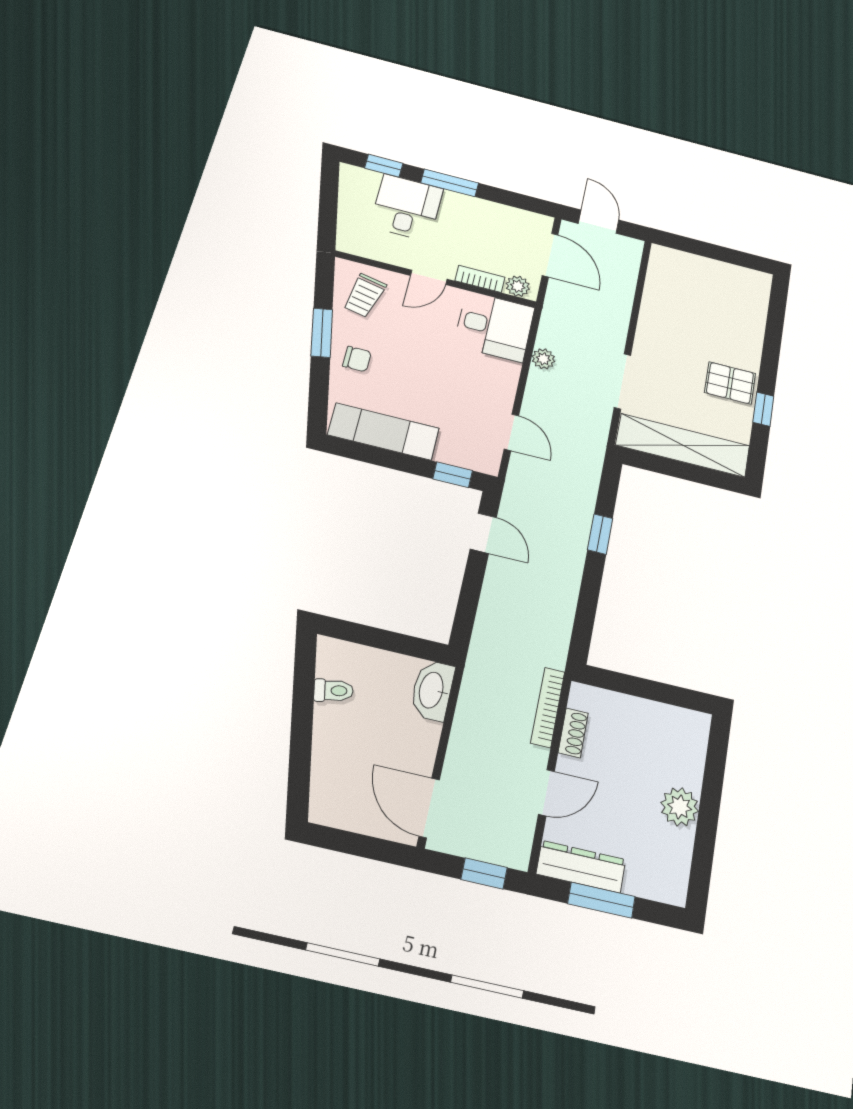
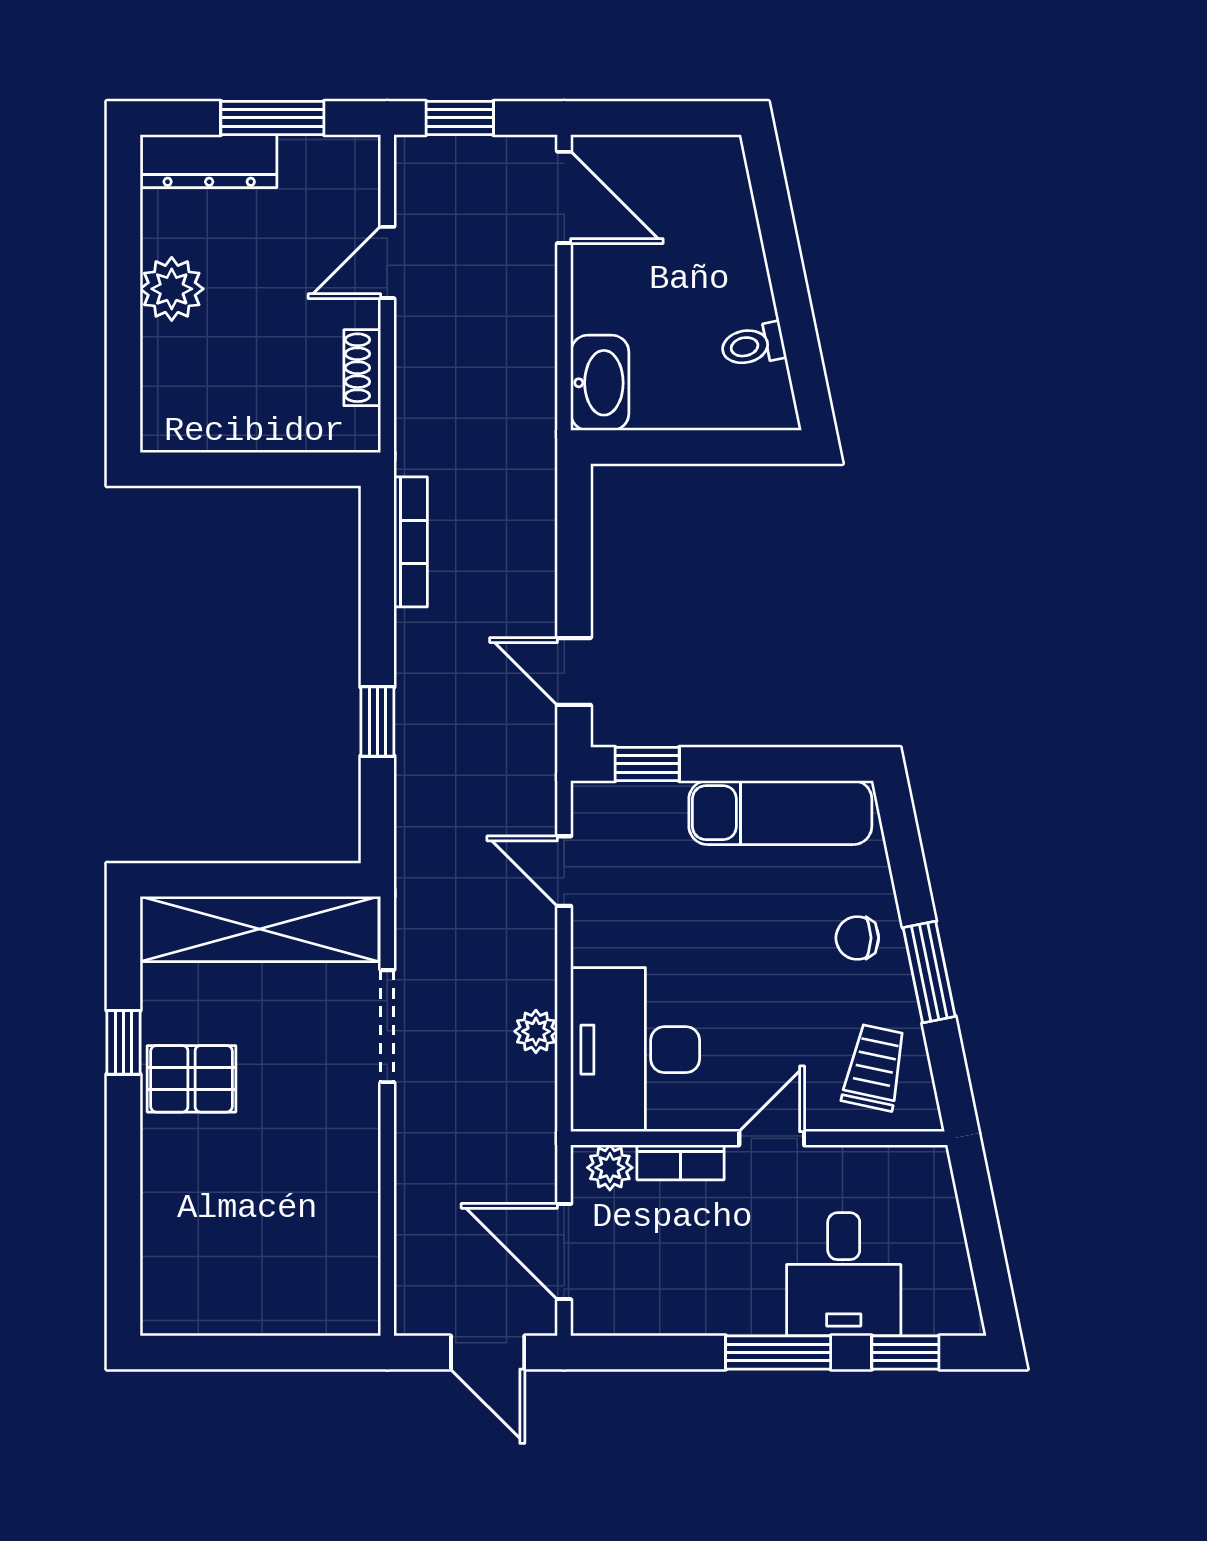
desk: (494, 326) -> (635, 1050), width x1.37
bookcase: (548, 707) -> (411, 542), moved
dresser: (581, 867) -> (209, 161), moved

